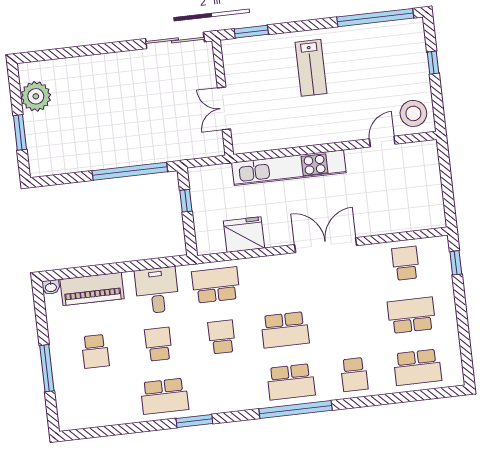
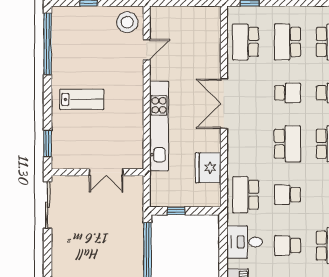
door: (382, 142) -> (147, 50), swing flipped
school desk: (406, 263) -> (246, 42), width x1.85
school desk: (348, 323) -> (287, 93), added

